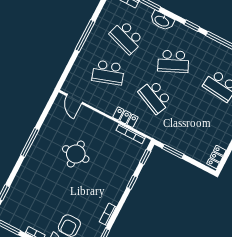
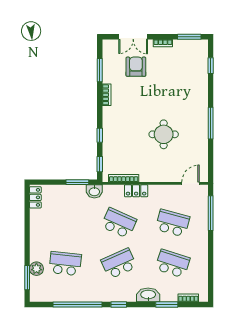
window: (85, 36) -> (211, 213), moved
school desk: (108, 73) -> (173, 223), turned 33
door: (74, 99) -> (191, 183), hinge flipped
washbasin: (162, 136) -> (94, 191), added

